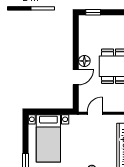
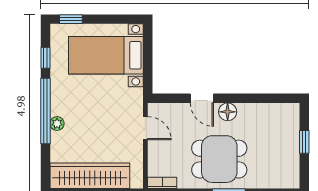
window: (93, 12) -> (304, 142), moved

